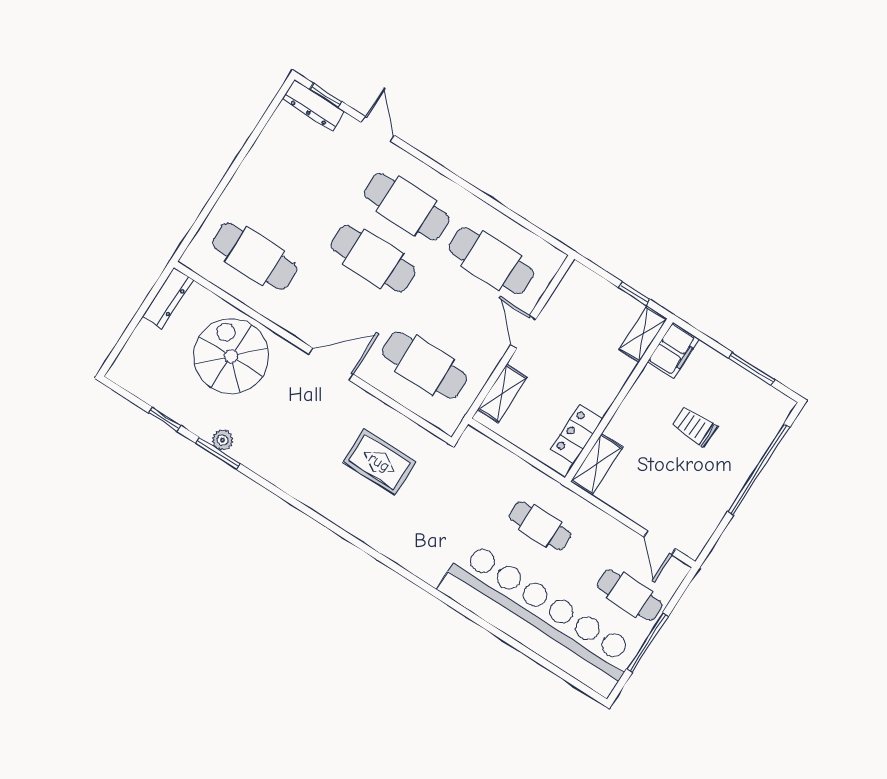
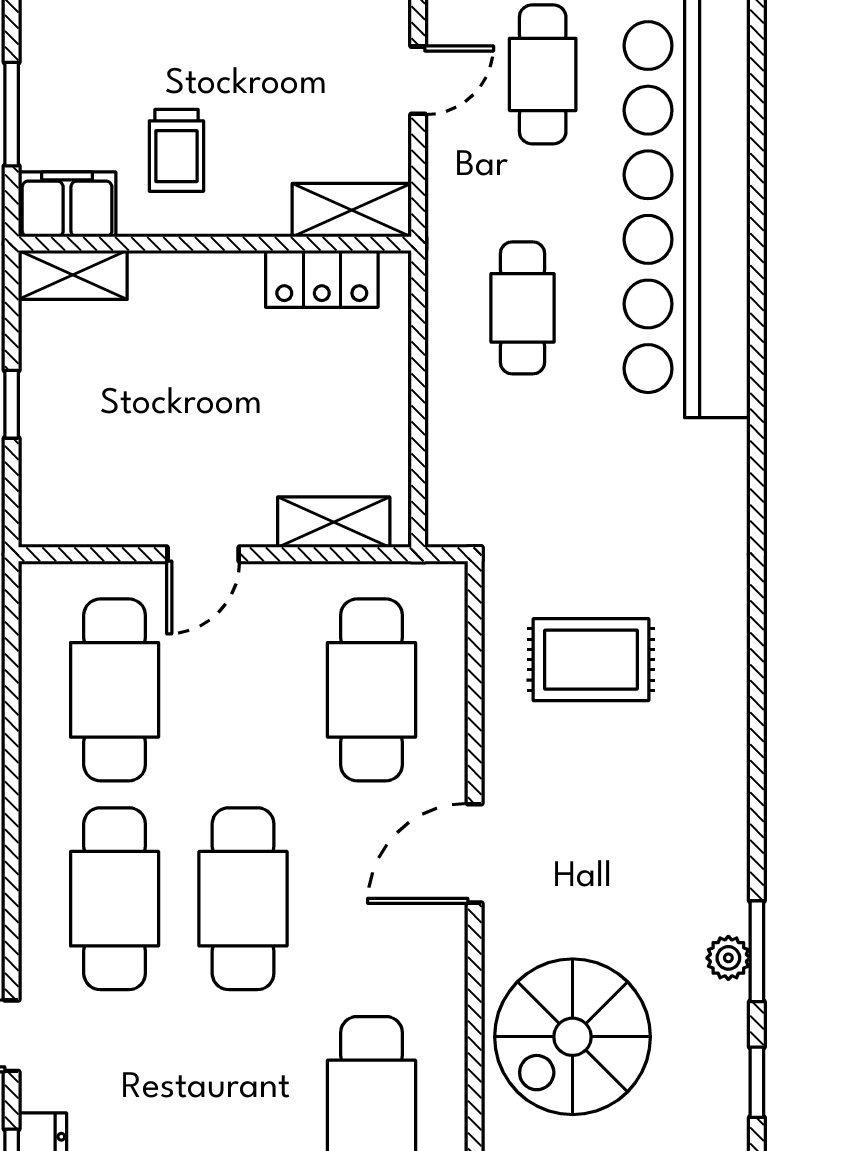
shelving: (643, 334) -> (73, 275), moved
filing cabinet: (673, 350) -> (67, 204), moved
door: (331, 364) -> (475, 853), hinge flipped
wall: (619, 400) -> (215, 244), moved
locker: (577, 434) -> (322, 279), moved
rug: (379, 462) -> (591, 660), turned 90
shelving: (597, 464) -> (352, 210), moved

